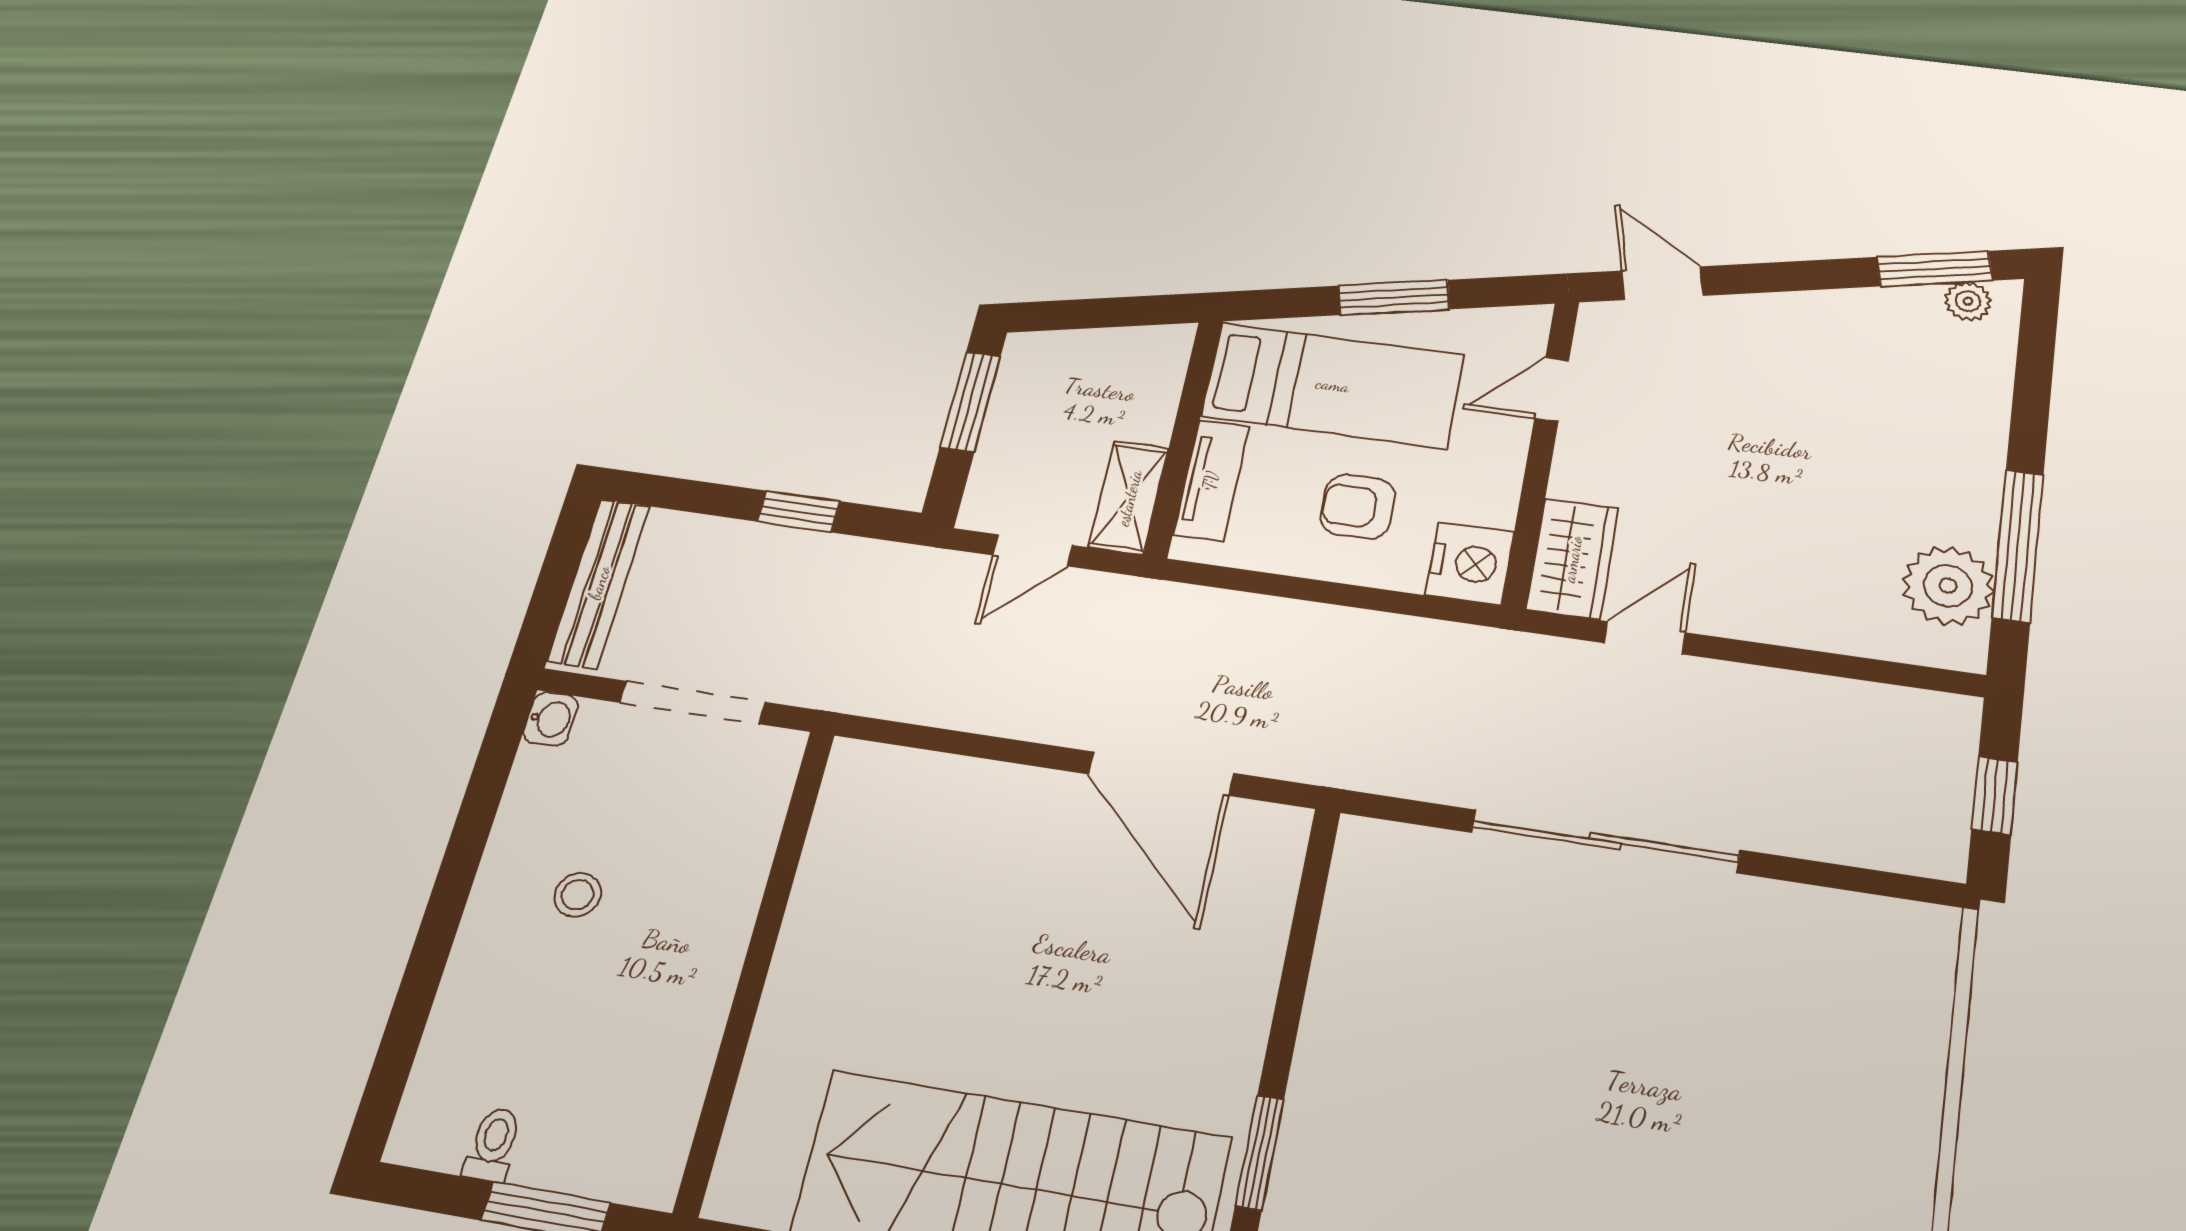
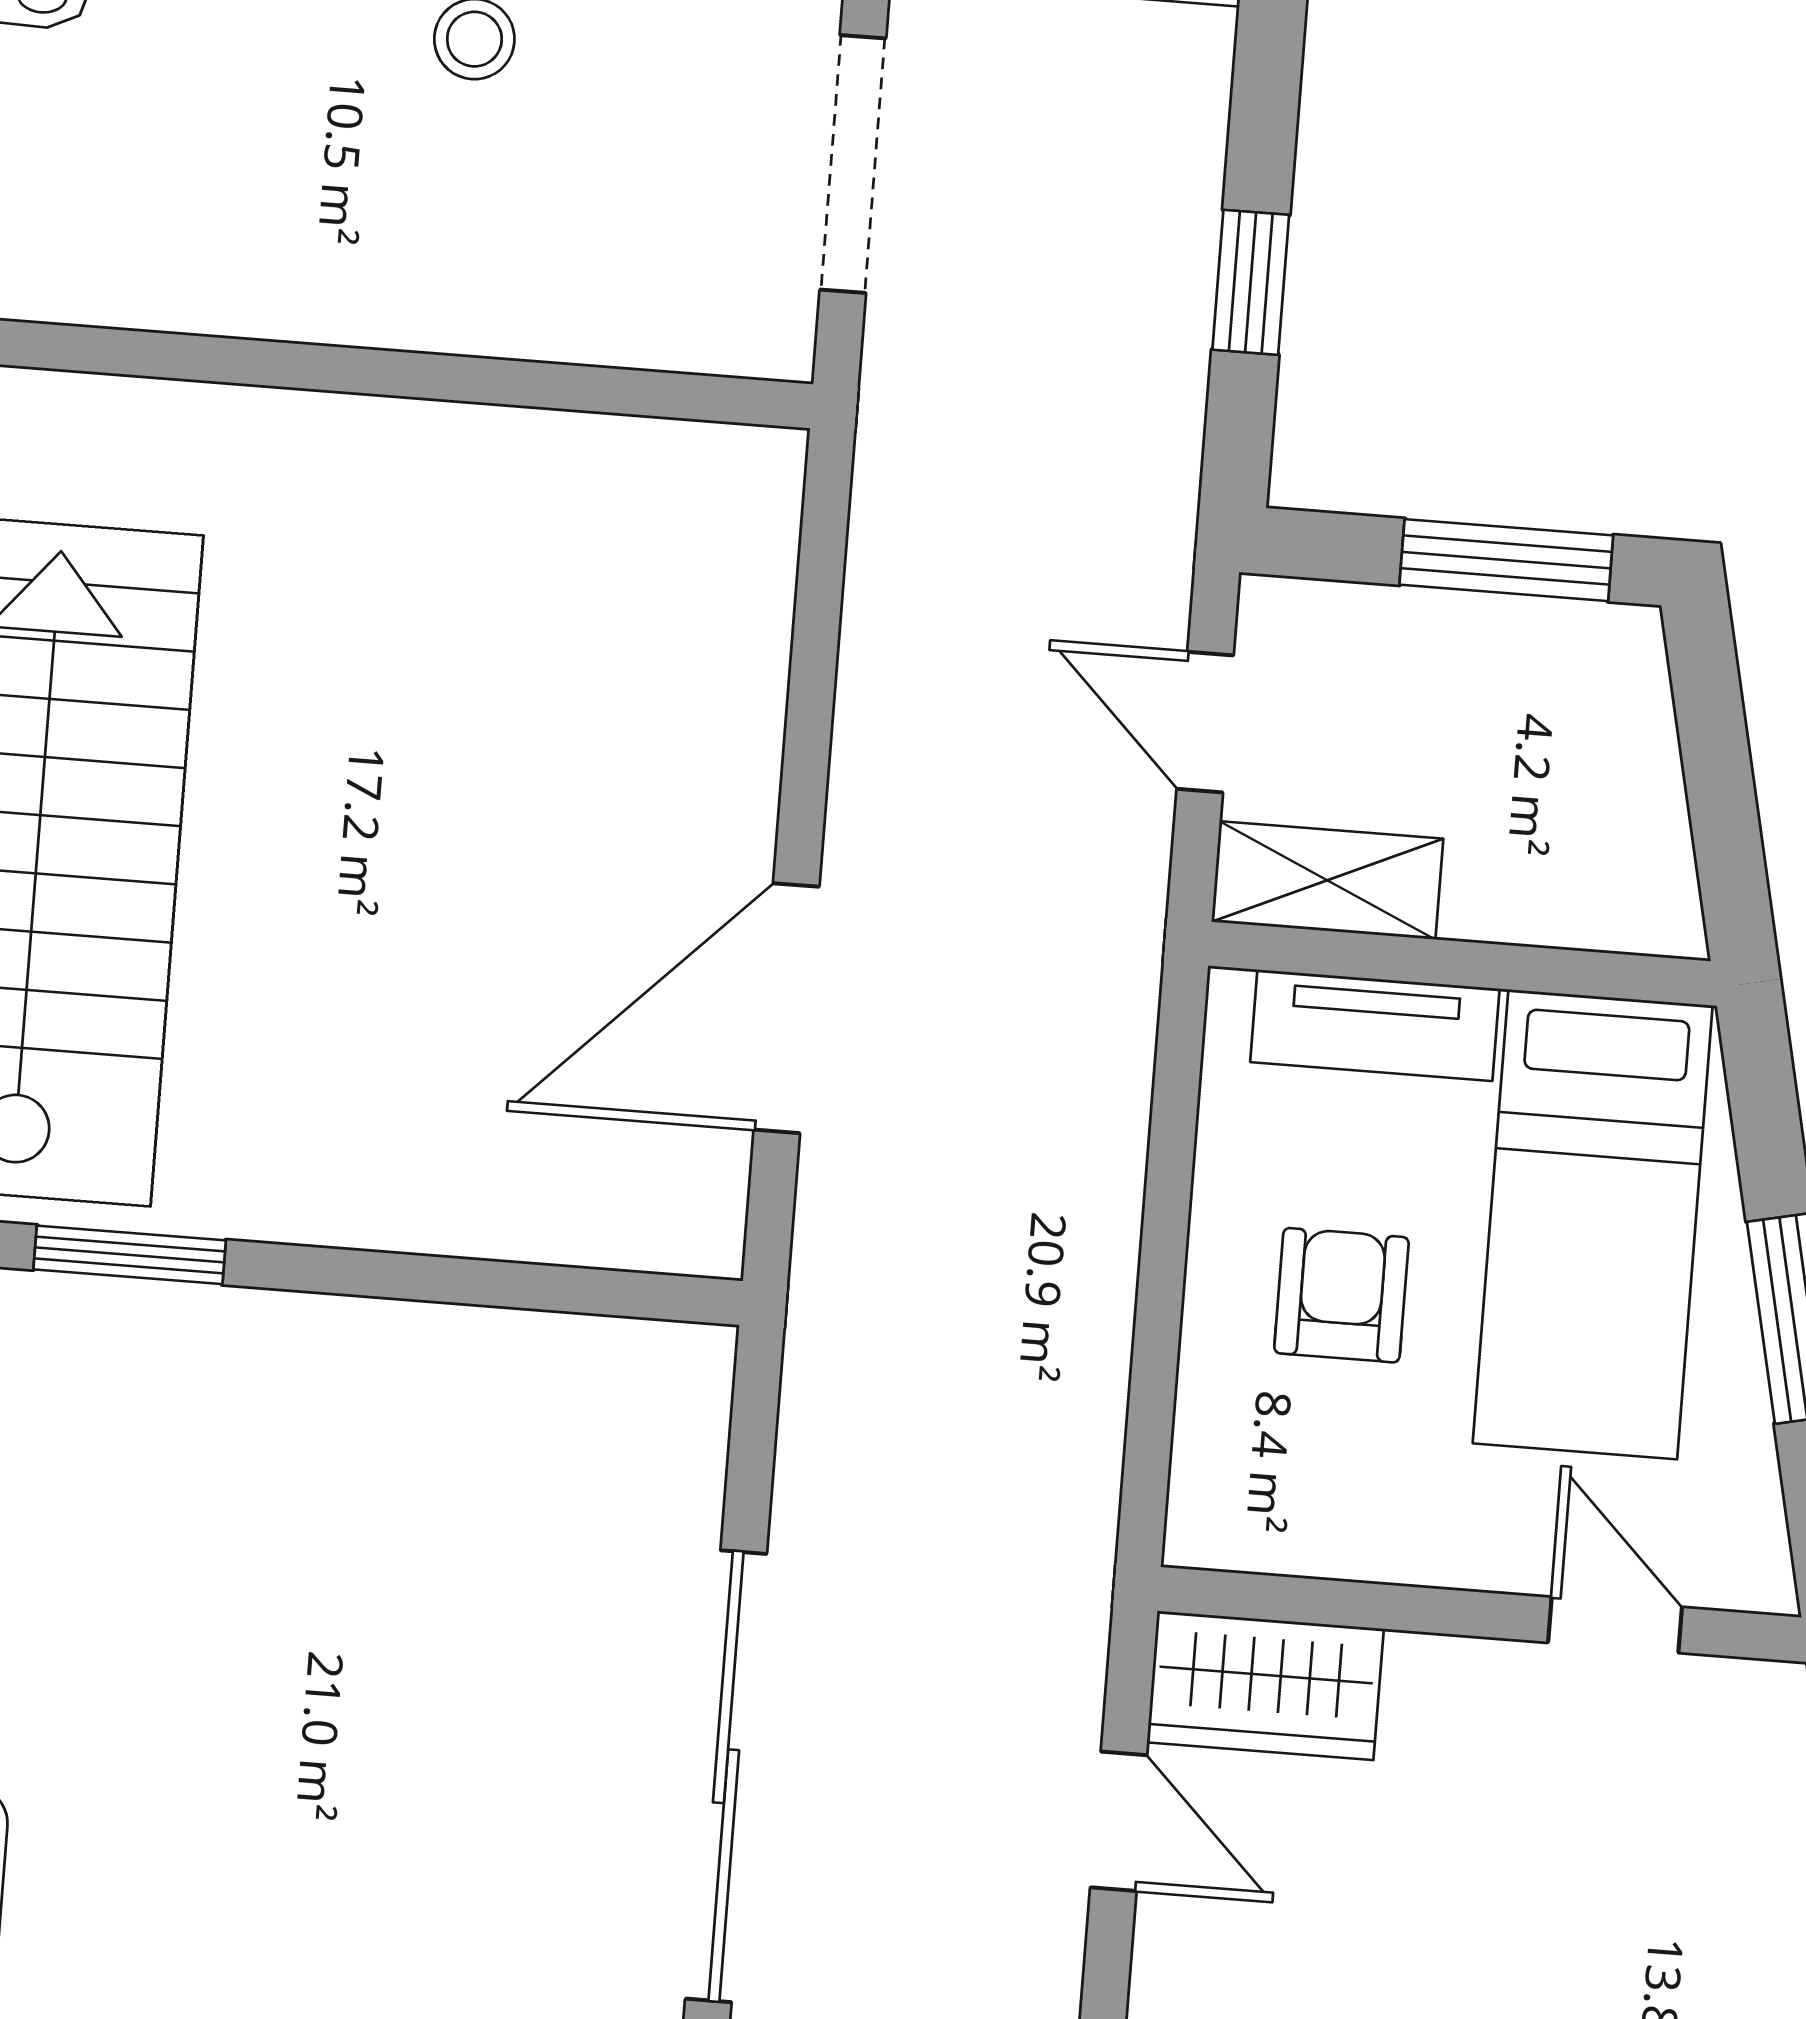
nightstand: (1470, 563) -> (1241, 1505), removed

